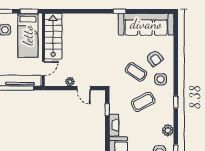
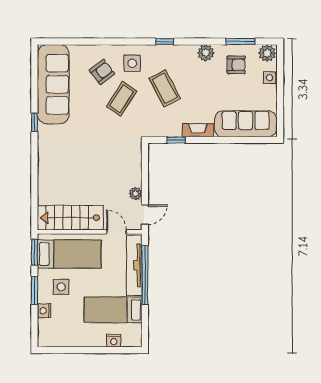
door: (84, 88) -> (145, 215), moved

